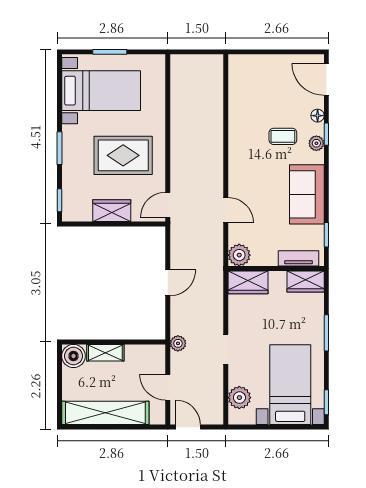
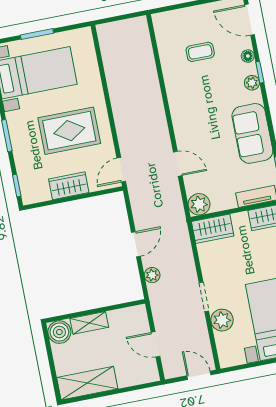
coffee table: (283, 136) -> (200, 52), moved
plant: (178, 343) -> (152, 275), moved
plant: (239, 398) -> (222, 320), moved
shelving: (105, 413) -> (87, 383), width x0.68
door: (188, 427) -> (199, 375), moved

